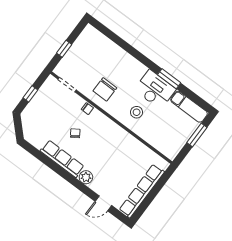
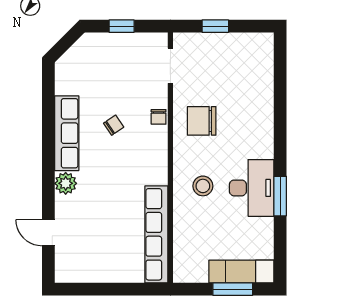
exam couch: (189, 107) -> (241, 272), moved, turned 90
row of seats: (142, 191) -> (156, 234), moved, turned -90

